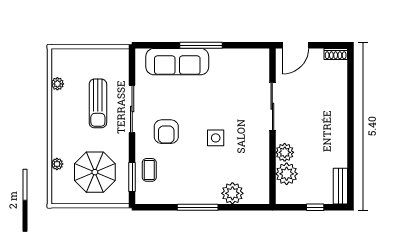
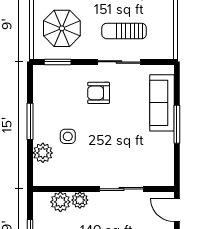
side table: (216, 138) -> (68, 136), moved
coffee table: (149, 170) -> (64, 78), removed

